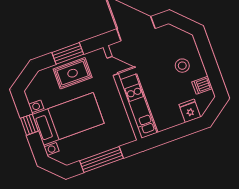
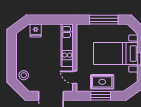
stool: (182, 66) -> (24, 75), moved
dishwasher: (202, 85) -> (22, 44), removed

